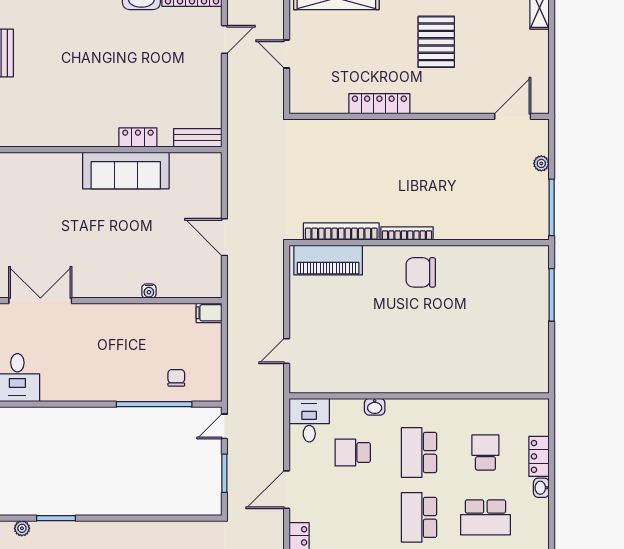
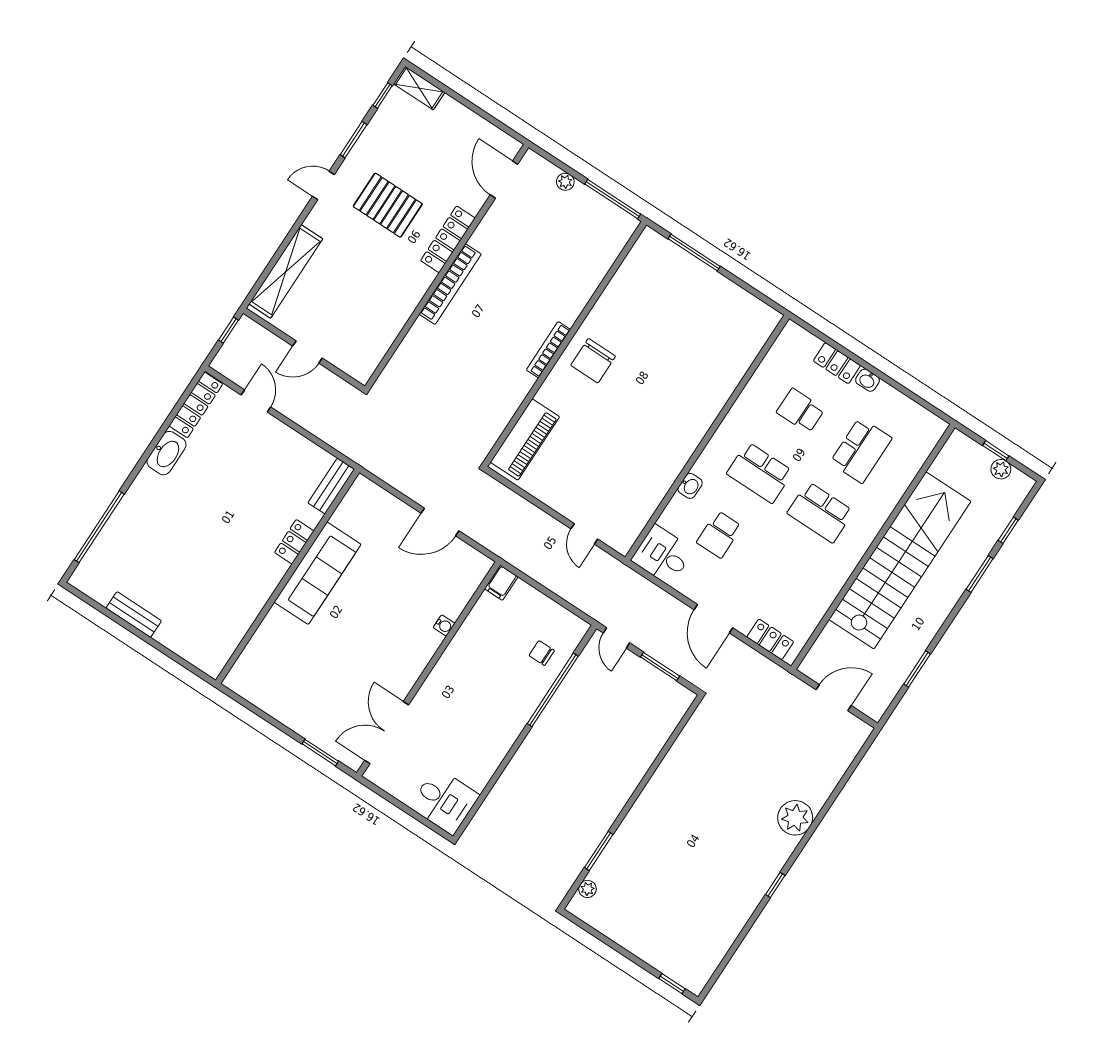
locker: (379, 104) -> (448, 239), moved
bookcase: (341, 232) -> (450, 284), moved, turned 180

